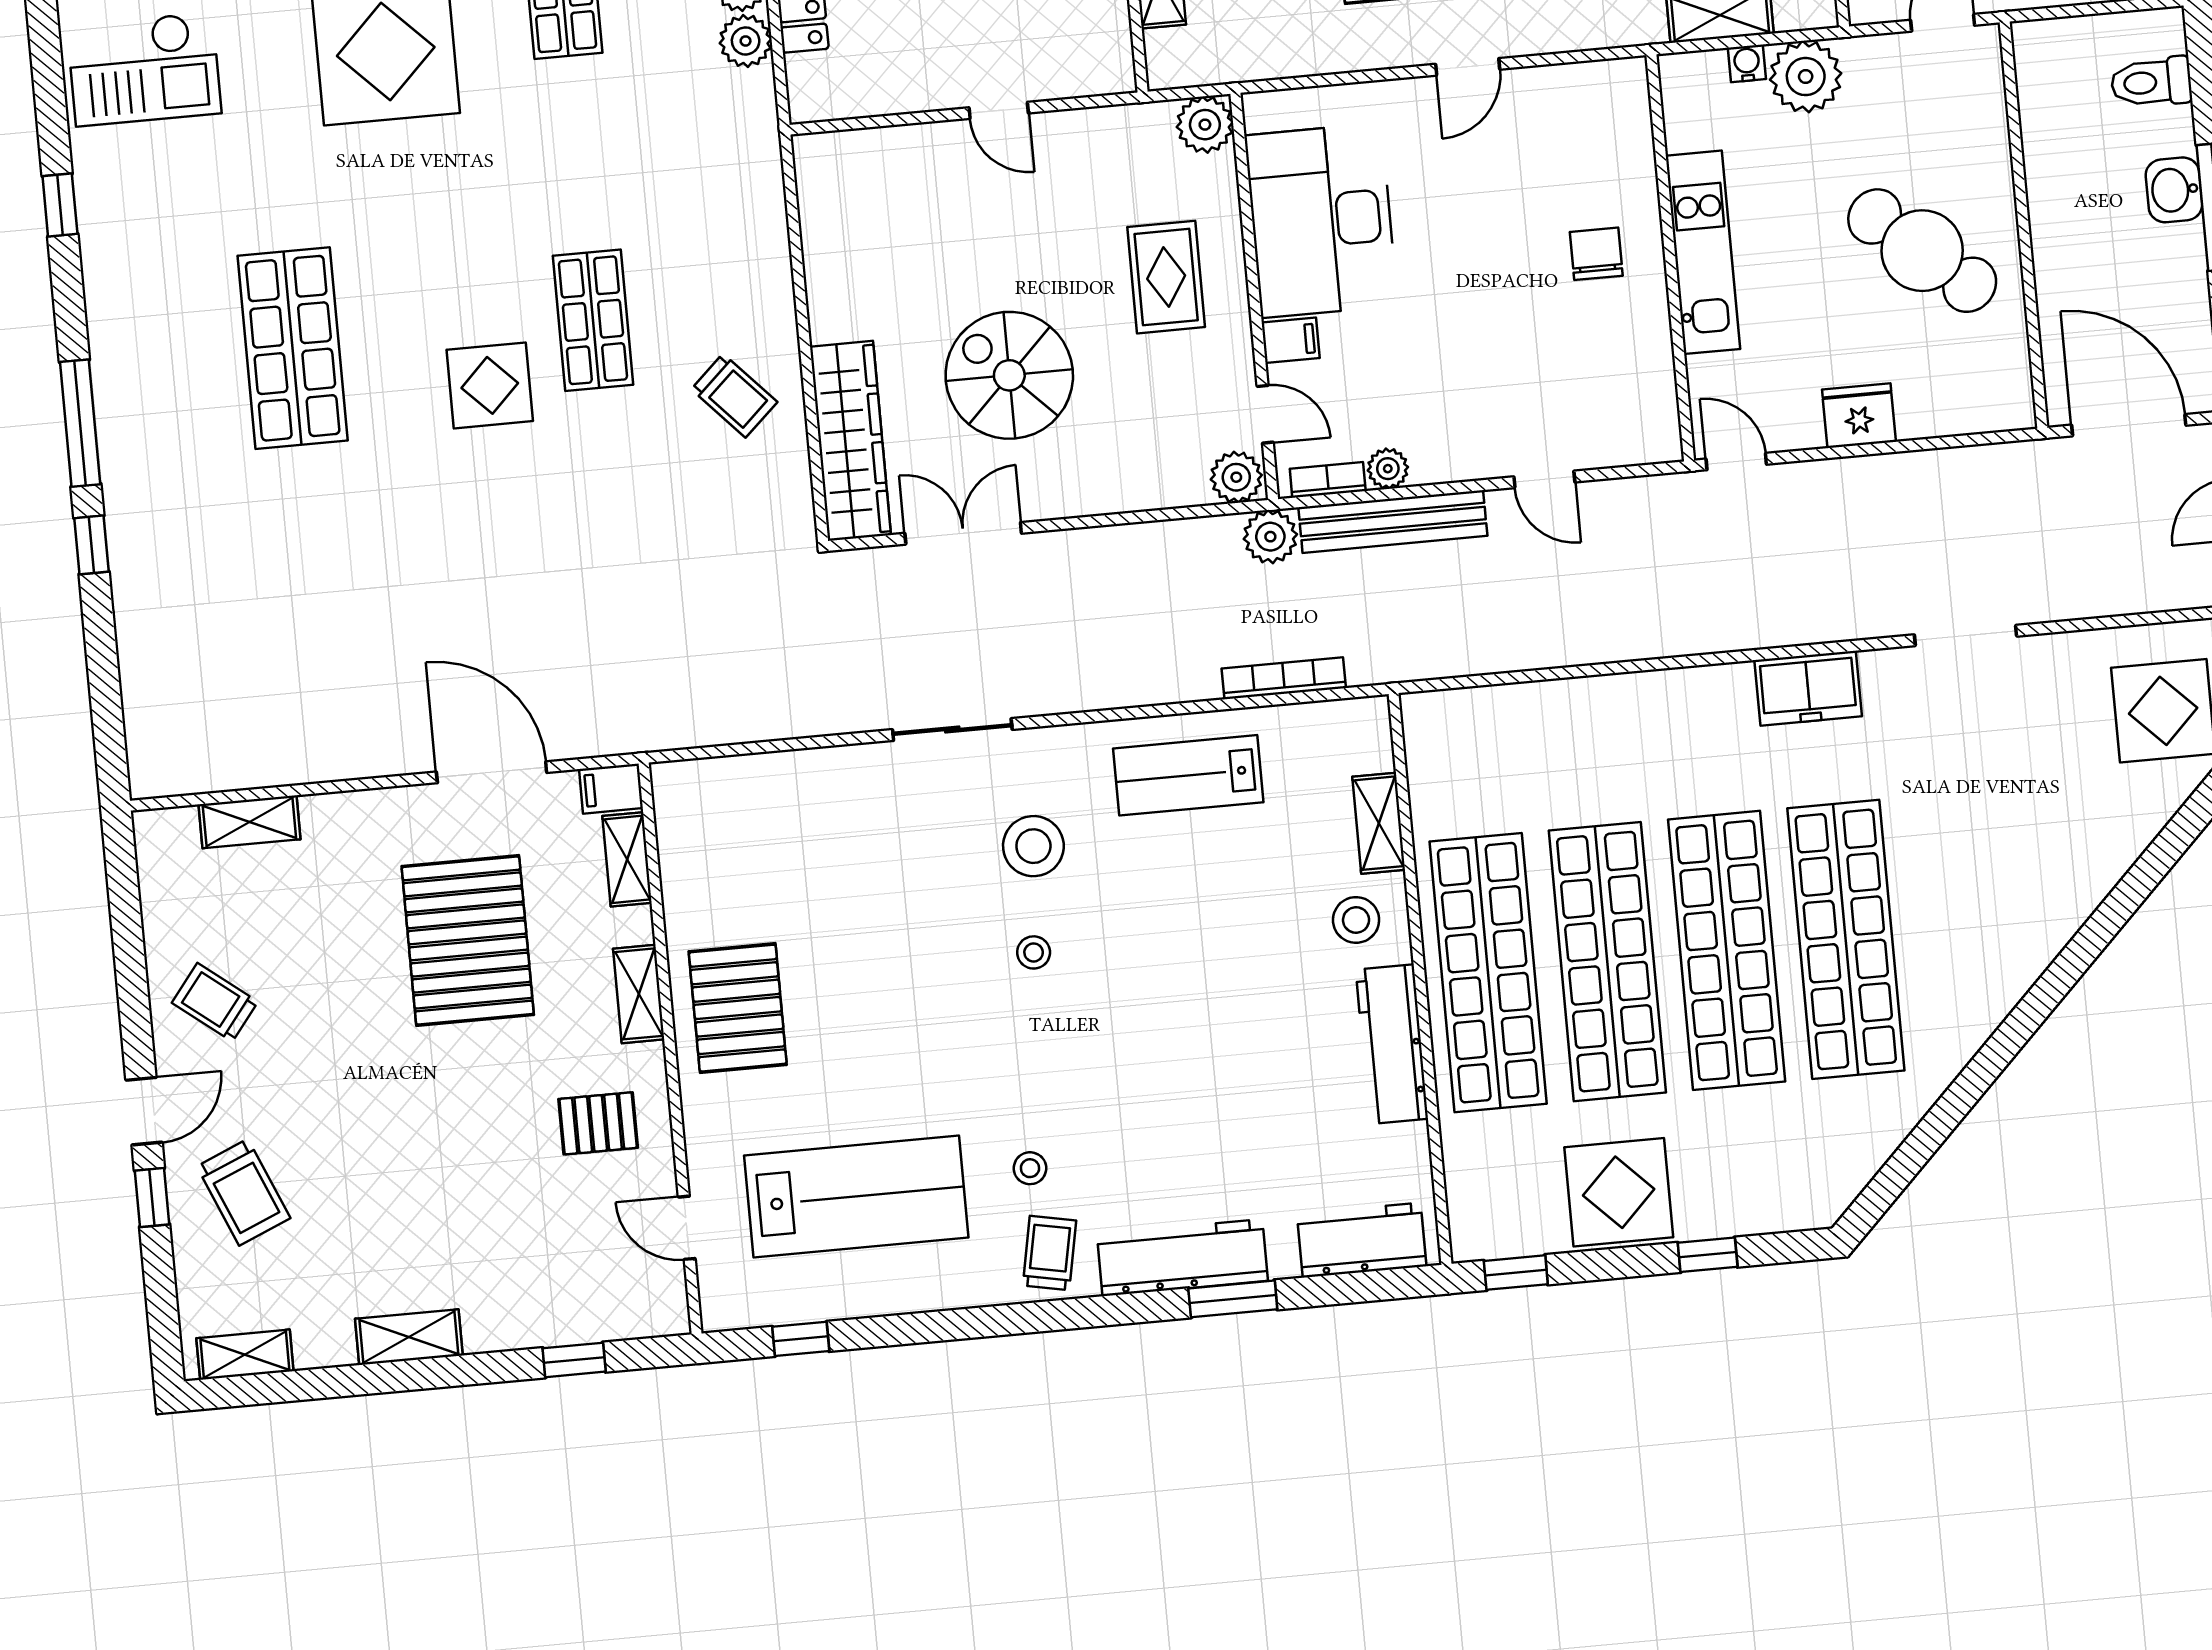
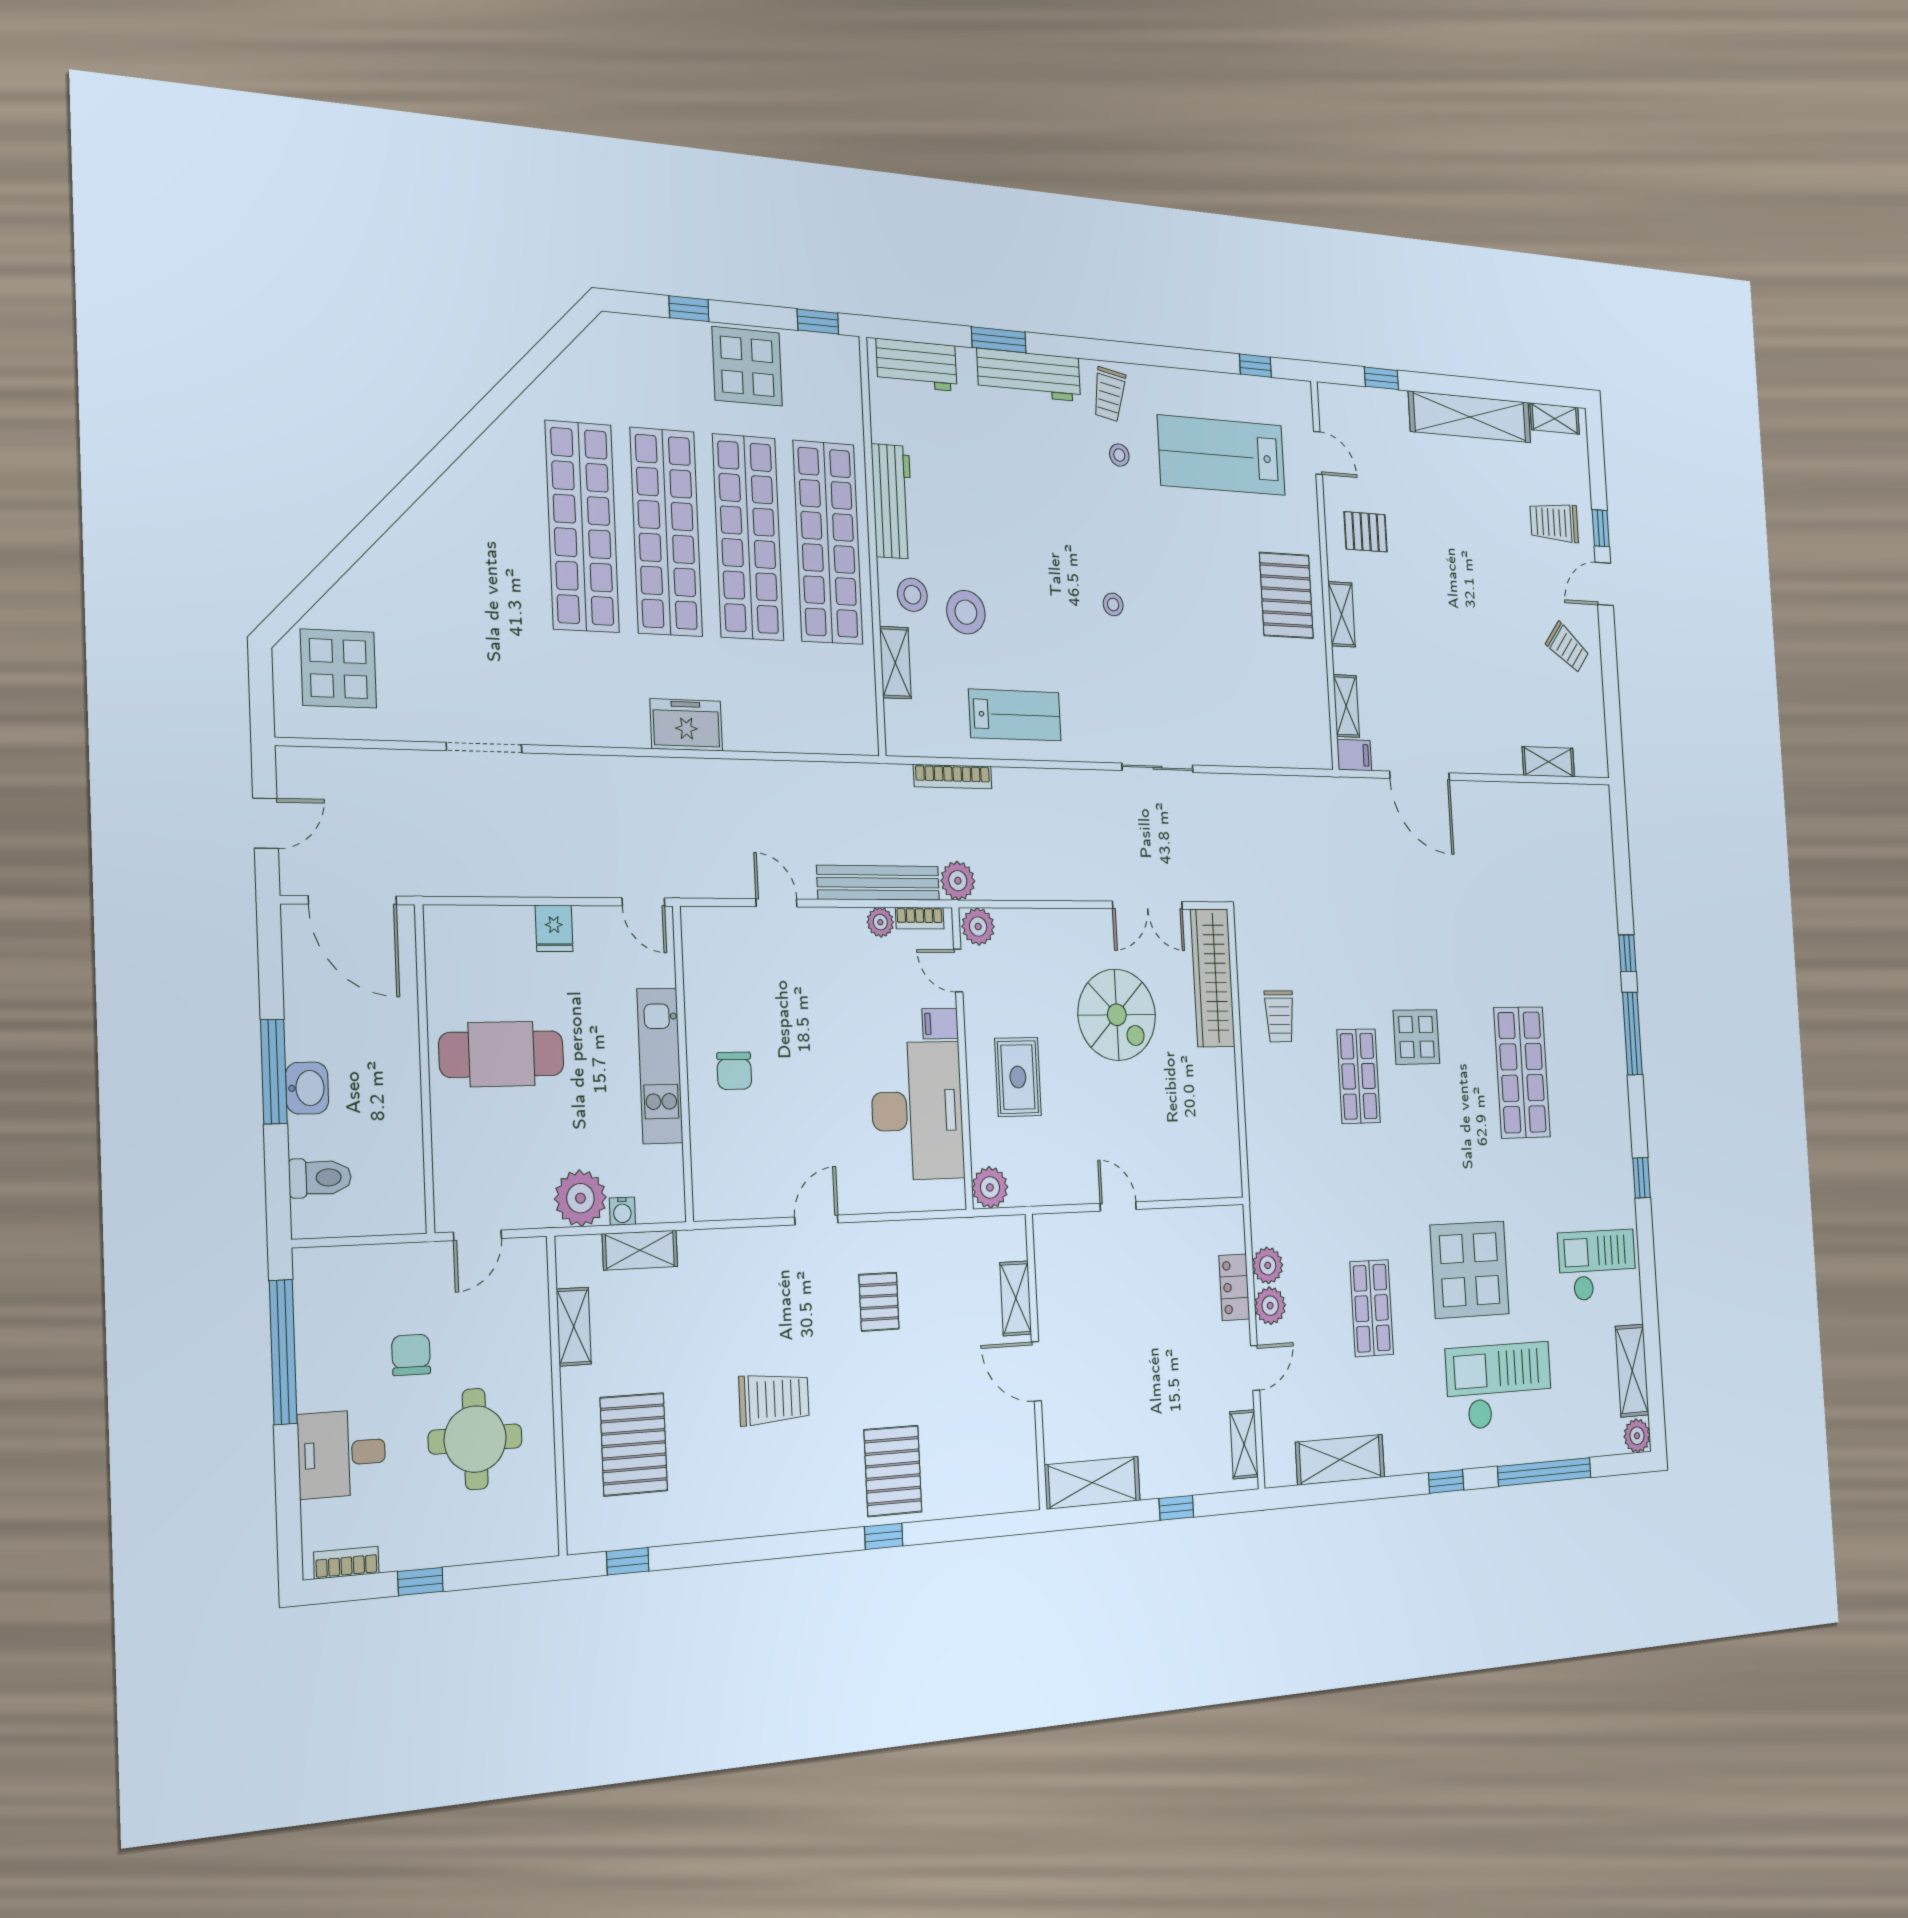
cafe table: (1922, 251) -> (502, 1054), turned -41
trolley: (734, 396) -> (1279, 1016), turned -137
fridge: (1859, 416) -> (554, 928), width x0.72
freezer: (1808, 688) -> (686, 725), moved
stool: (1033, 846) -> (966, 612), moved
pallet: (468, 940) -> (1434, 666), removed
trolley: (244, 1192) -> (1554, 522), turned -67
shelving: (409, 1337) -> (1470, 417), width x2.20, depth x1.33

